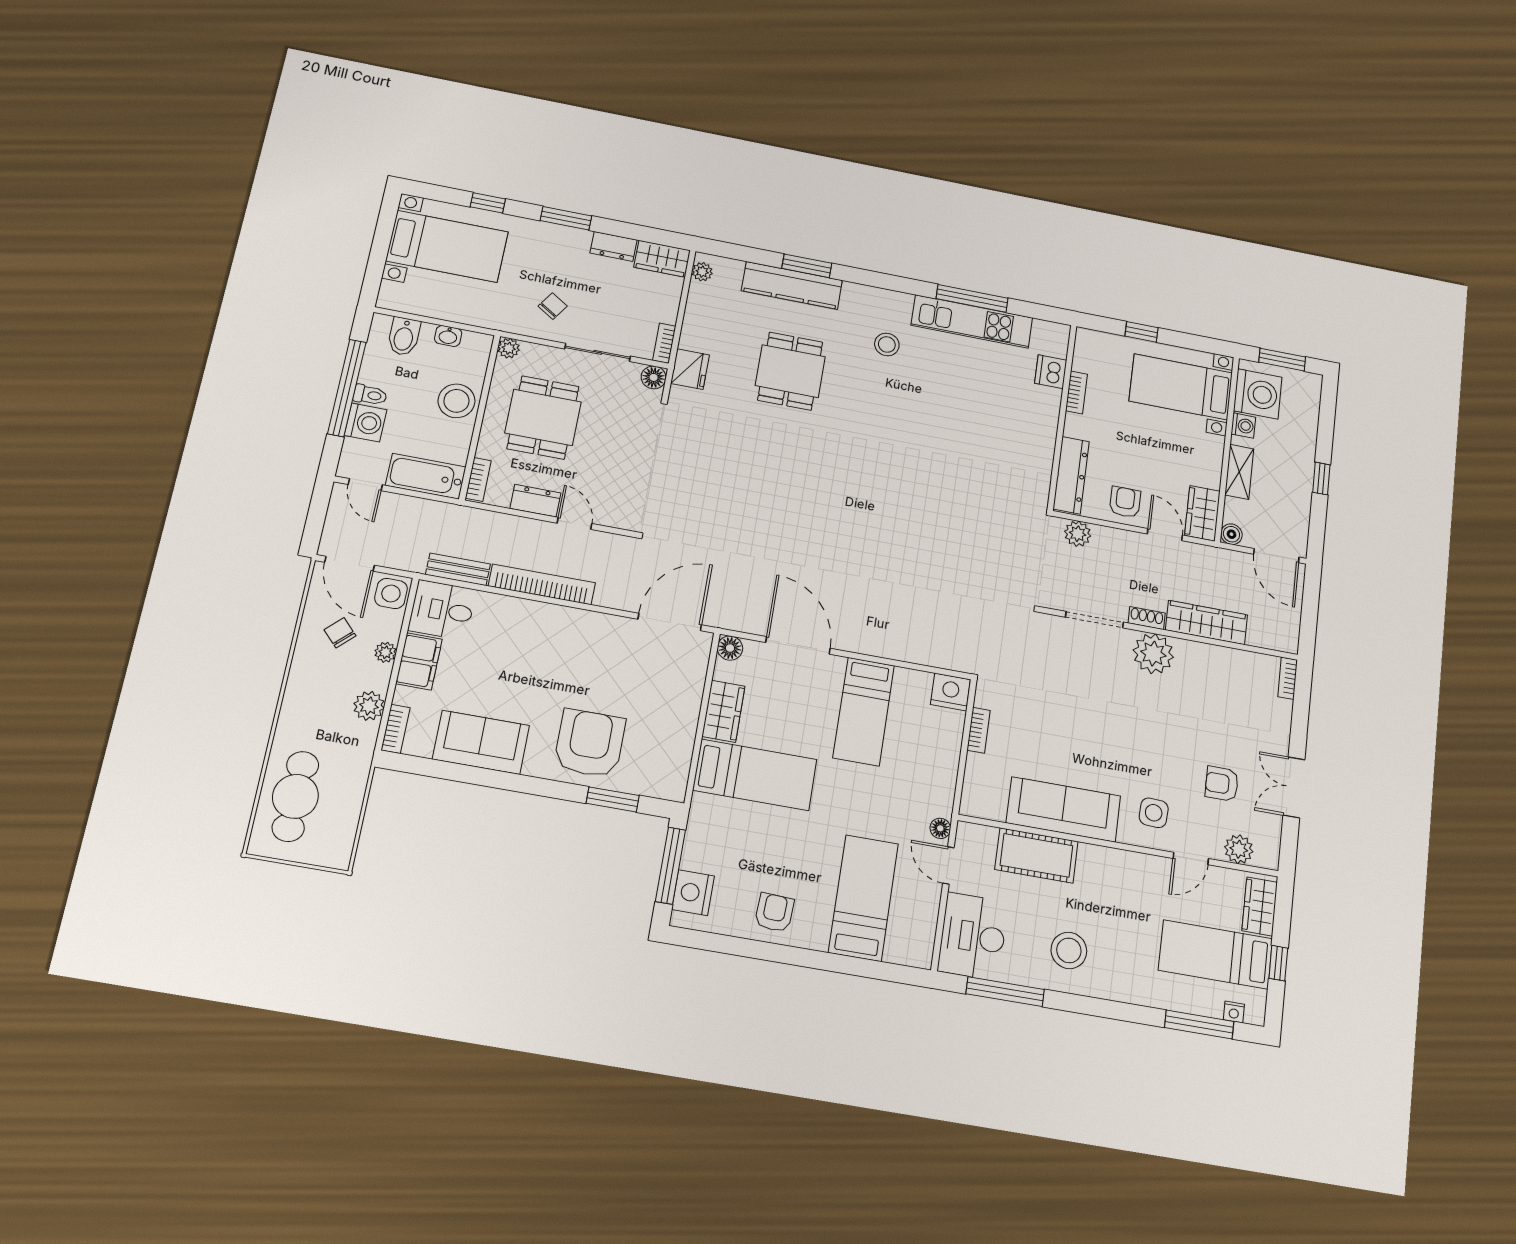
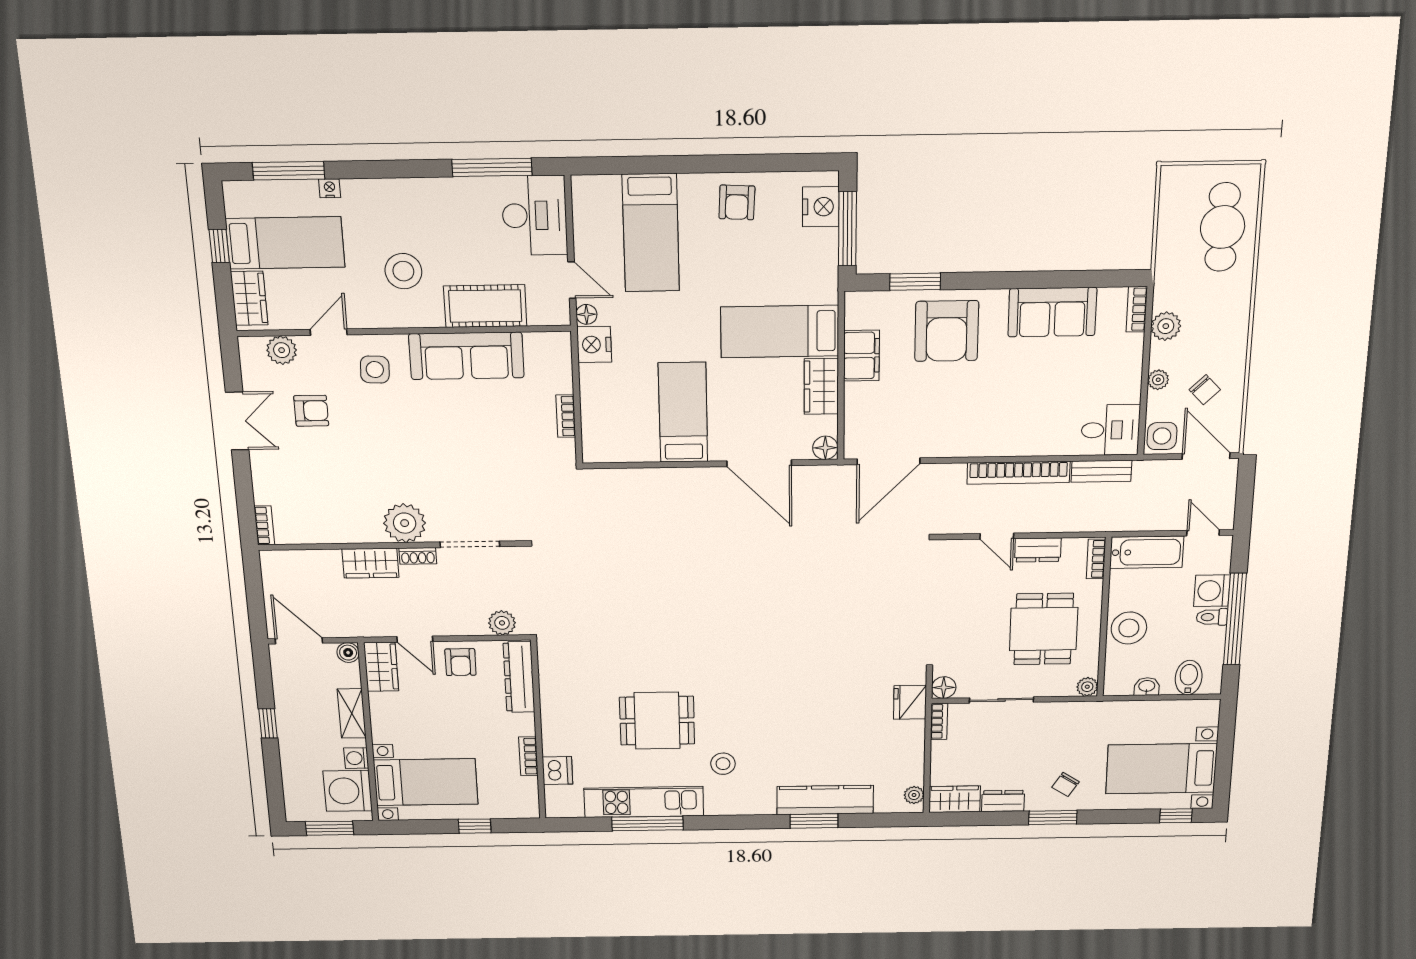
window: (488, 203) -> (1176, 816), moved
chair: (553, 306) -> (1065, 784), moved
dining table: (790, 371) -> (657, 721), moved, turned 90
wardrobe: (1207, 622) -> (370, 563), width x0.67
filing cabinet: (419, 661) -> (861, 356), moved, turned 180
nightstand: (950, 692) -> (594, 345), moved, turned 90
stool: (1069, 950) -> (403, 271), moved
nightstand: (1234, 1012) -> (330, 188), moved

